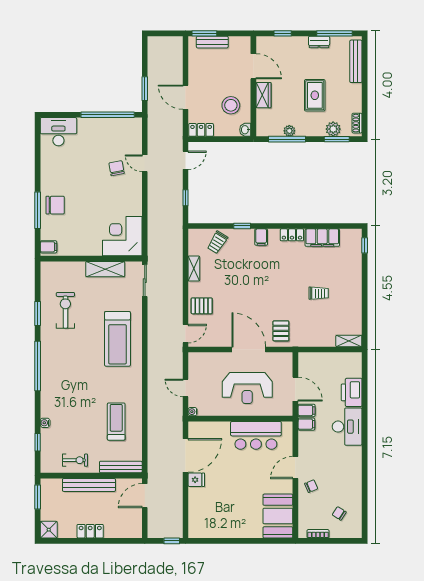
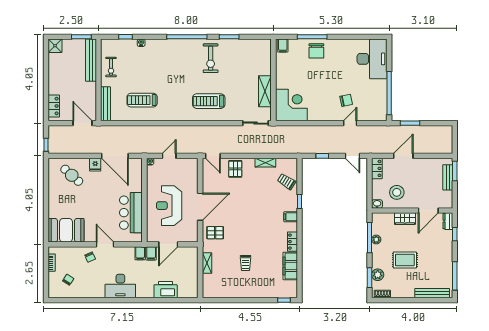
dresser: (319, 42) -> (448, 221), moved
desk: (58, 132) -> (372, 59), width x1.36, depth x1.30
exercise bike: (65, 310) -> (211, 58), moved, turned 90
treadmill: (117, 339) -> (209, 101), width x0.73, depth x0.73
shelving: (349, 341) -> (207, 263), moved
treadmill: (116, 422) -> (142, 100), turned 180
desk: (347, 427) -> (120, 286), moved
bench: (89, 485) -> (91, 60), moved
cafe table: (210, 509) -> (72, 175), added
locker: (90, 531) -> (54, 106), moved

